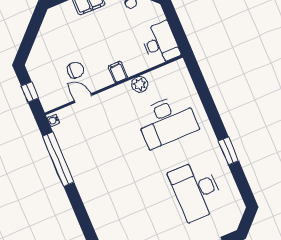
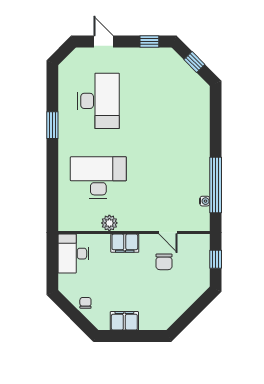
chair: (75, 70) -> (164, 262), turned -90
filing cabinet: (118, 72) -> (125, 243), width x2.00
water cooler: (53, 120) -> (205, 201), moved

